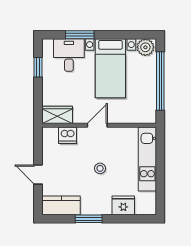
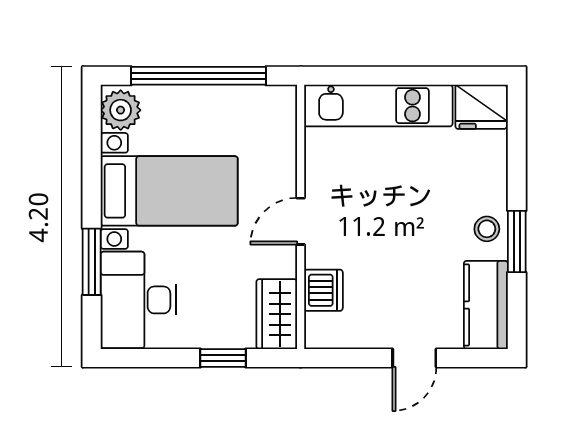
desk: (69, 55) -> (138, 300), width x1.37
window: (38, 67) -> (223, 358), moved
door: (97, 125) -> (301, 221), hinge flipped
stool: (100, 168) -> (487, 229), moved
fridge: (123, 205) -> (481, 107), moved, turned -90

